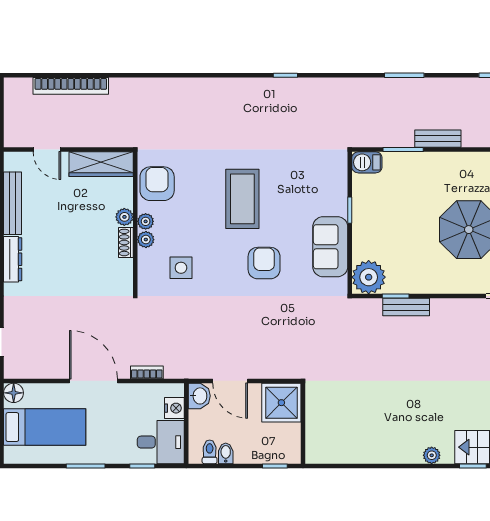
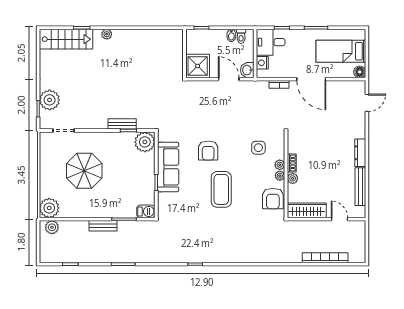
sofa: (330, 247) -> (168, 167), width x1.36

